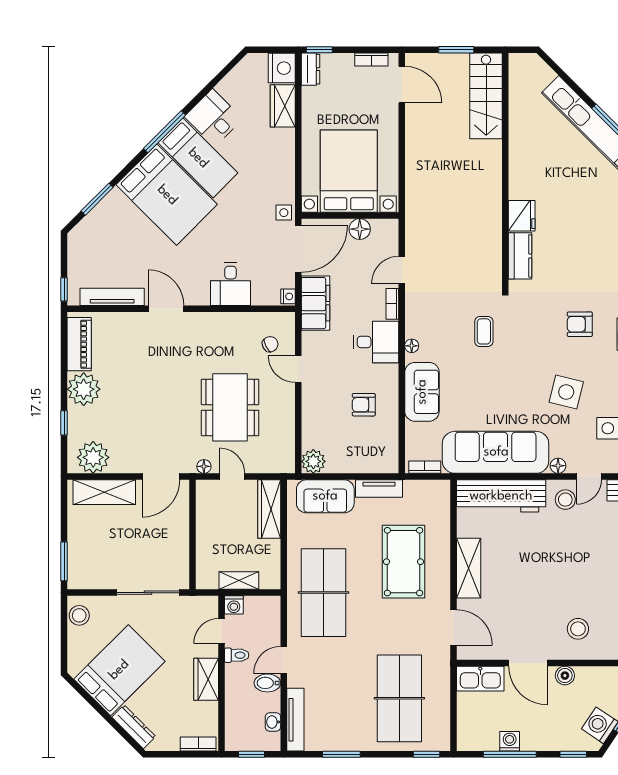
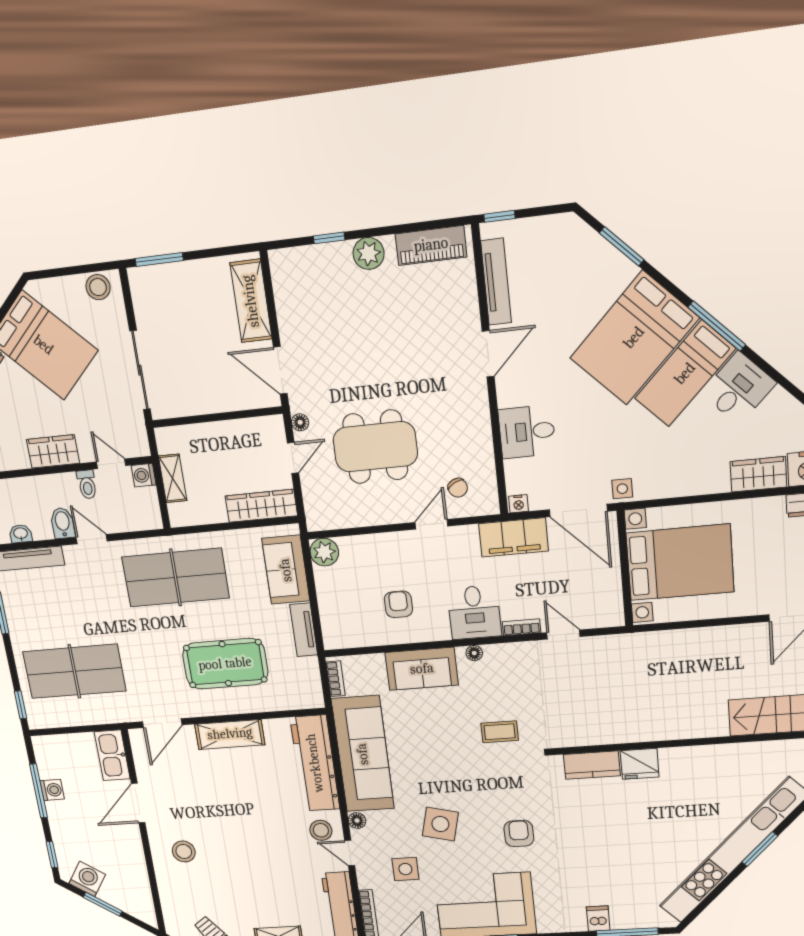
floor lamp: (360, 229) -> (609, 582), removed
plant: (84, 389) -> (369, 253), width x0.73, depth x0.73
plant: (93, 457) -> (291, 281), removed
boiler: (565, 676) -> (132, 841), removed

